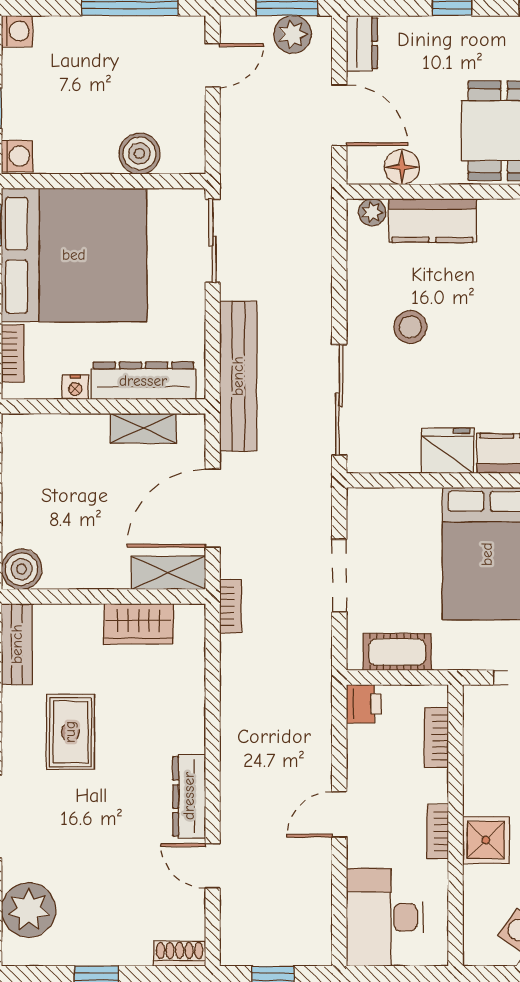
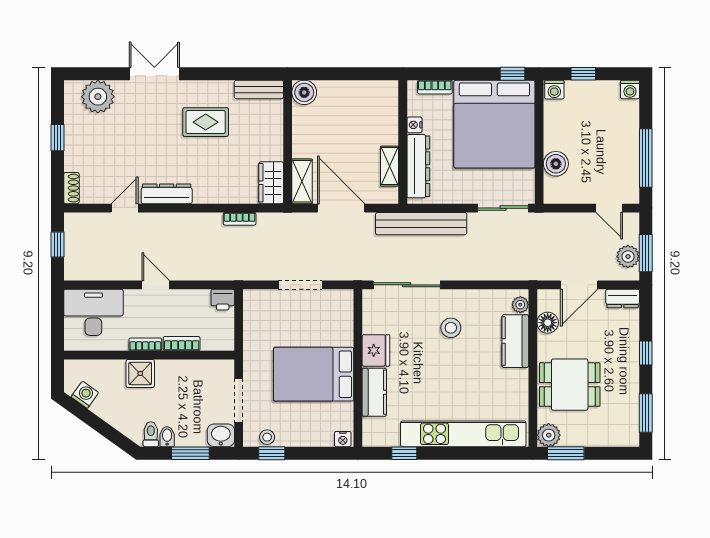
bookcase: (230, 606) -> (240, 219), moved
wardrobe: (139, 624) -> (271, 183), moved
cot: (397, 652) -> (254, 320), removed
bookcase: (436, 737) -> (182, 344), moved

